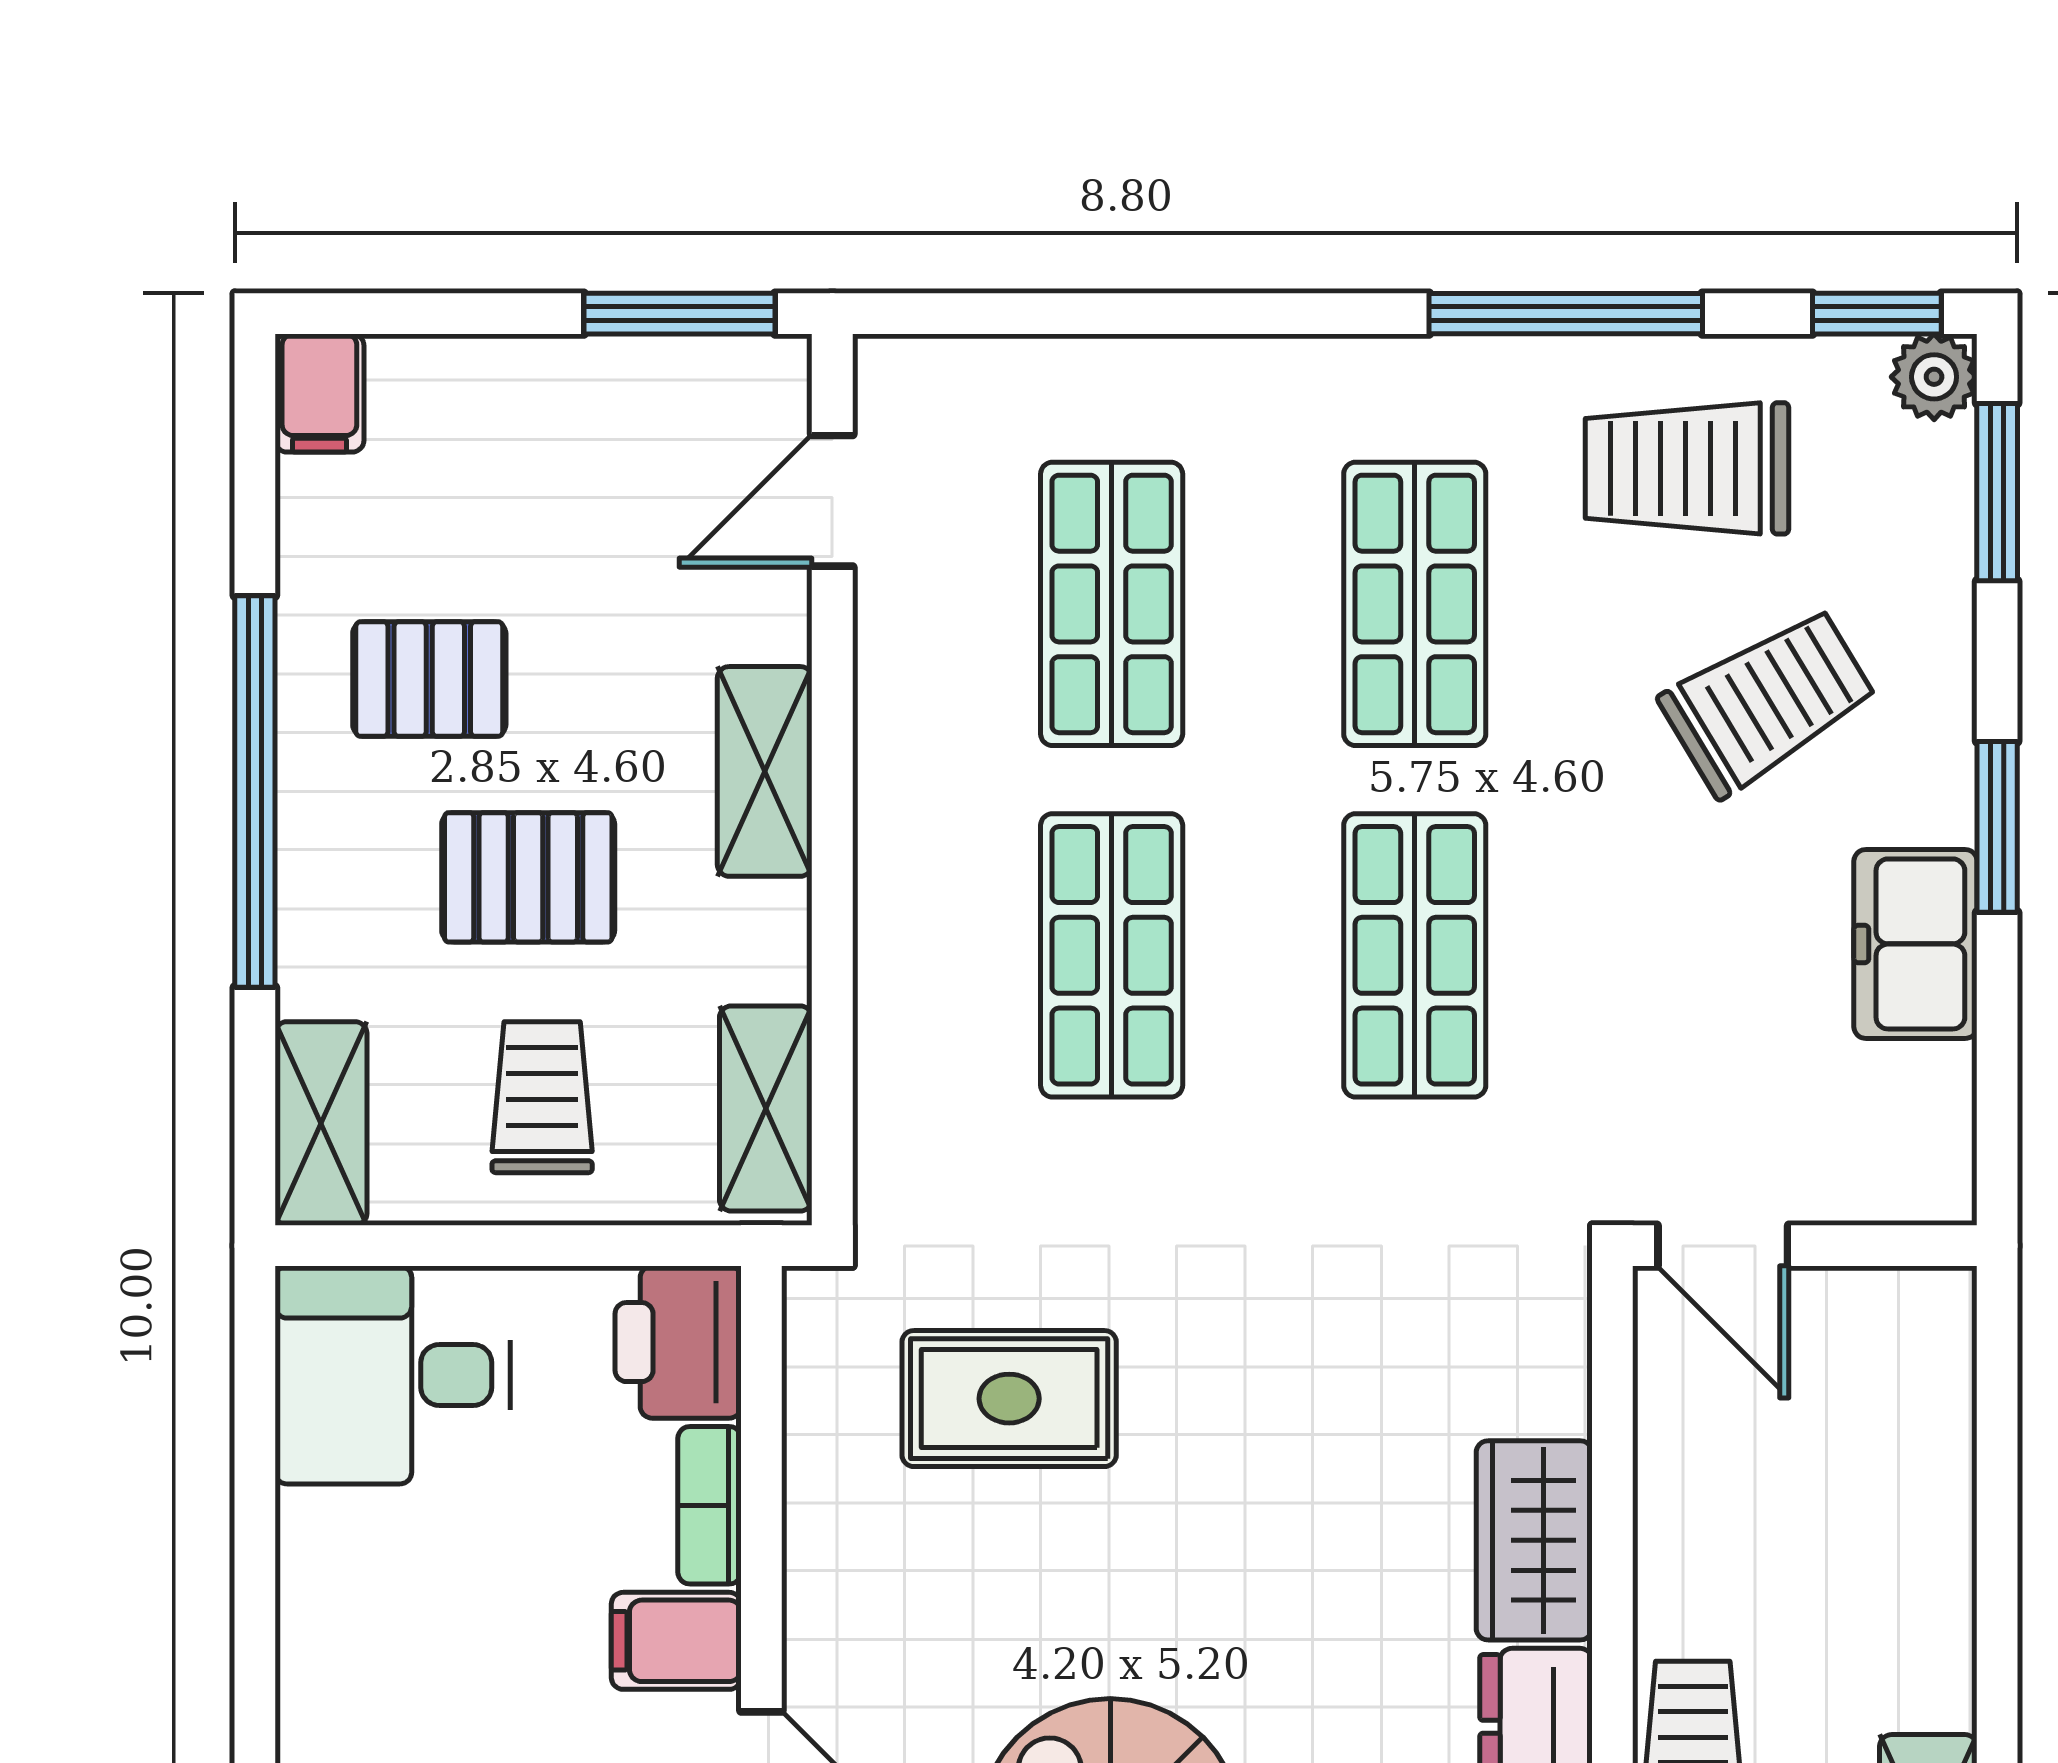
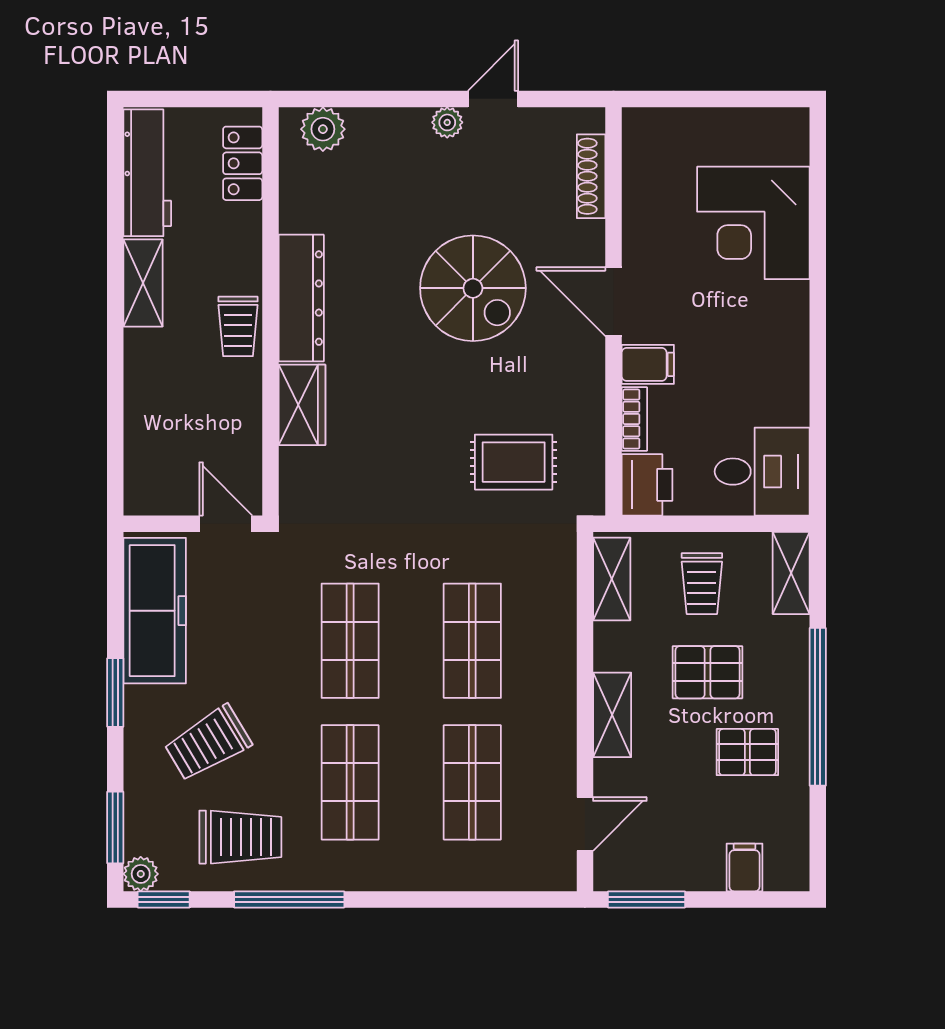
filing cabinet: (319, 393) -> (745, 867), moved
freezer: (1915, 944) -> (155, 611), width x1.91, depth x1.26

